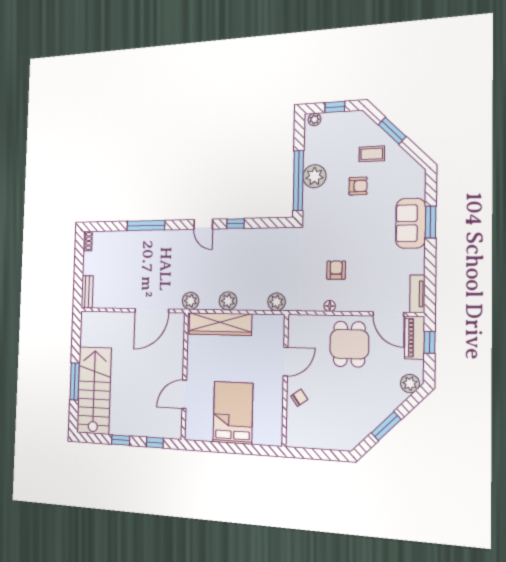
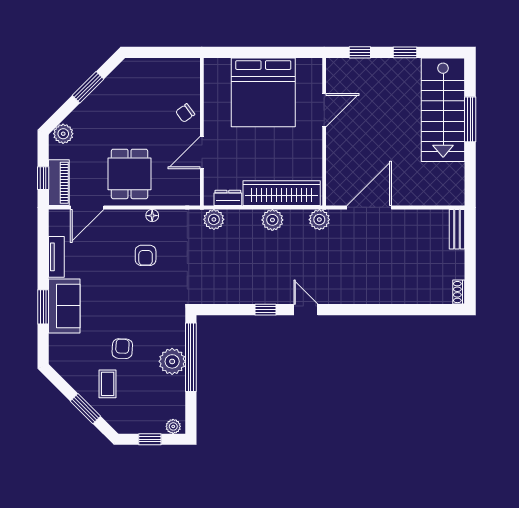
coffee table: (372, 154) -> (108, 384), turned 90
armchair: (358, 186) -> (122, 349), turned 93
window: (146, 226) -> (380, 310), removed
tv unit: (417, 294) -> (56, 257), moved
door: (388, 314) -> (87, 207), swing flipped
dresser: (264, 321) -> (228, 198), added
bed: (233, 413) -> (263, 92), width x1.36

